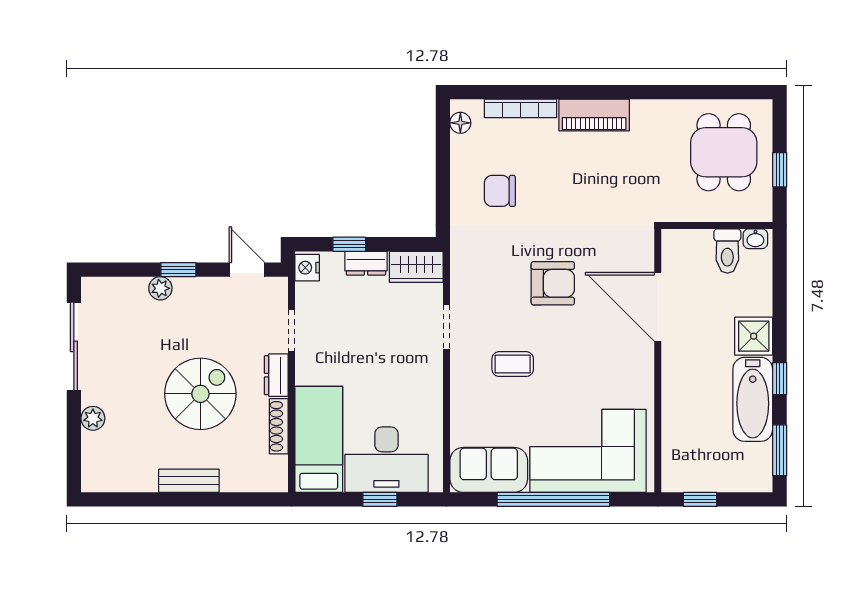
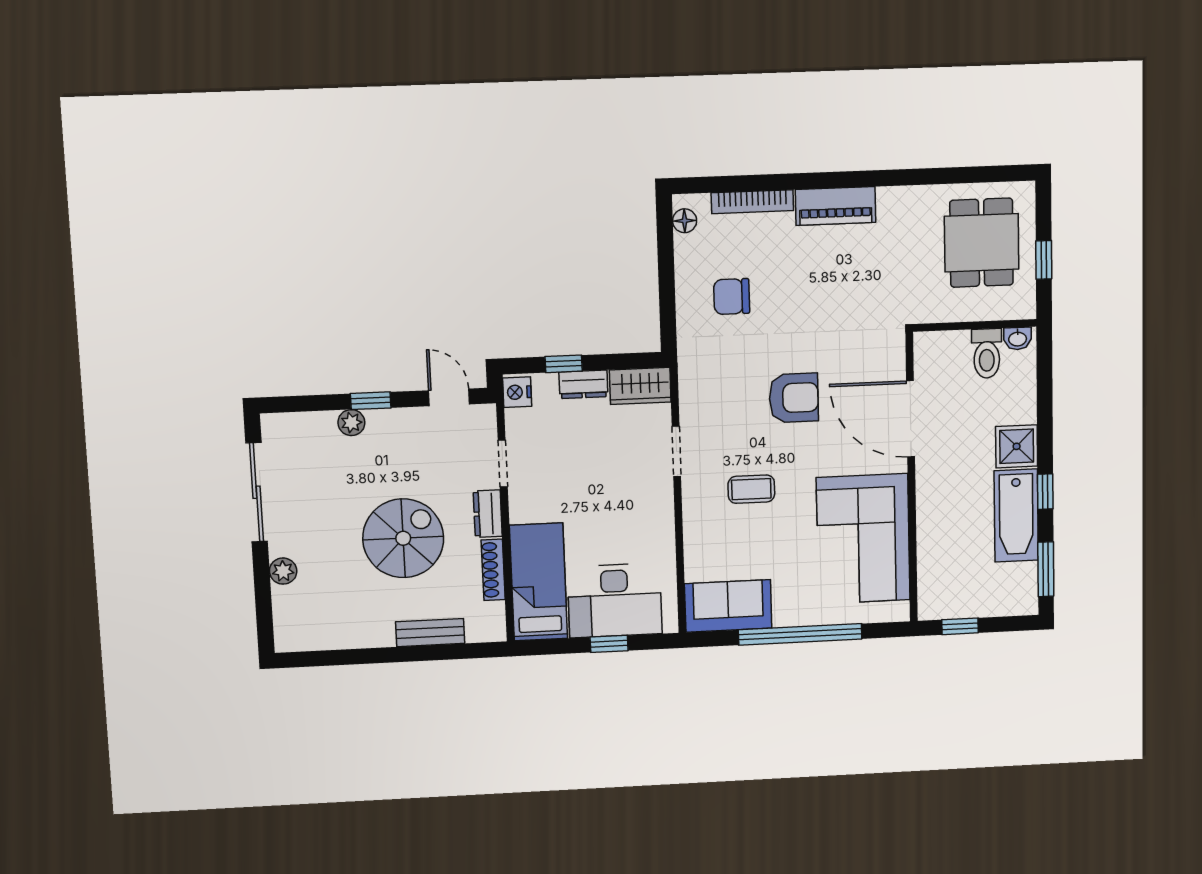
corner sofa: (588, 451) -> (863, 539), moved, turned -90
bench: (189, 481) -> (430, 633), moved

